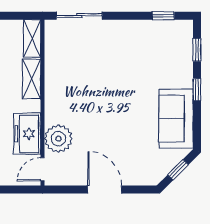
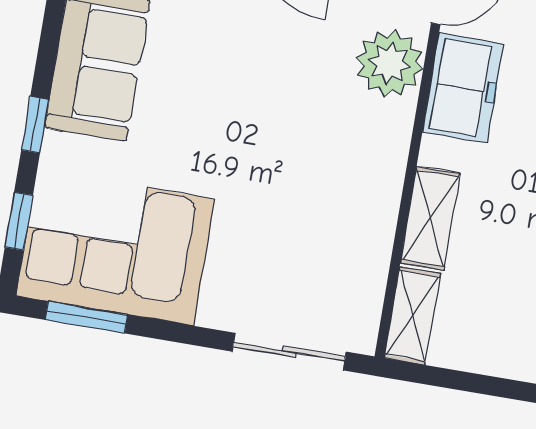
window: (163, 16) -> (86, 317), width x1.50
corner sofa: (156, 46) -> (115, 247), added

